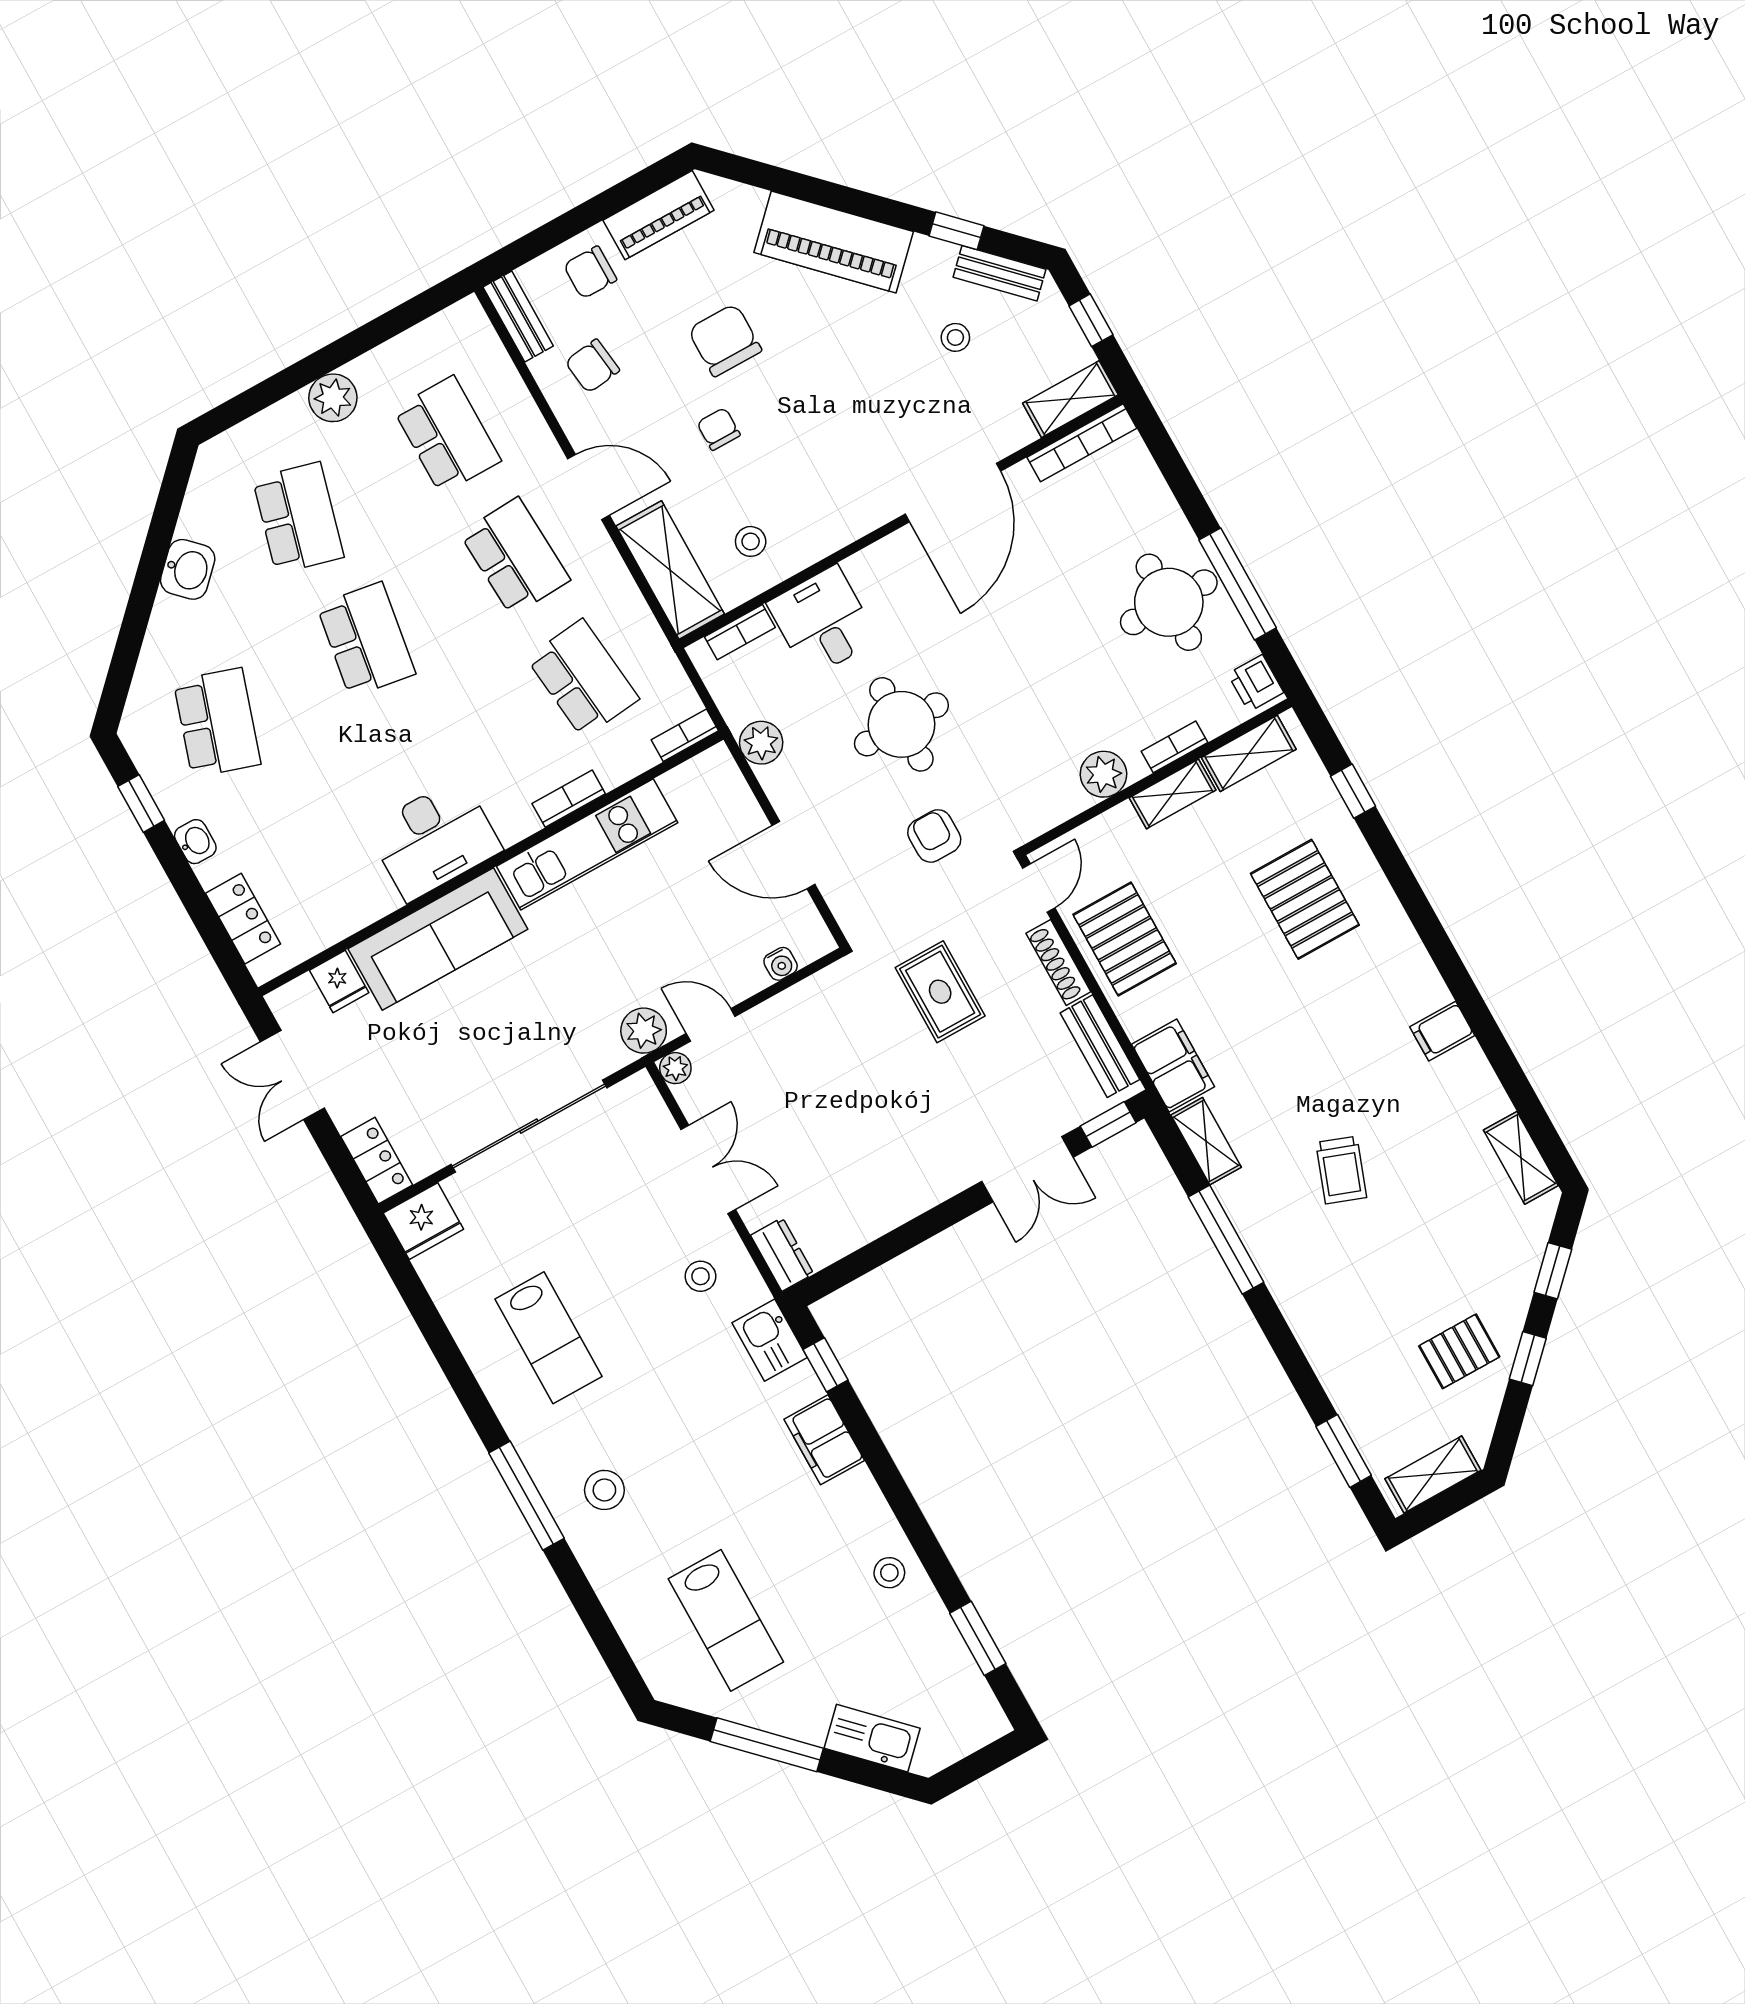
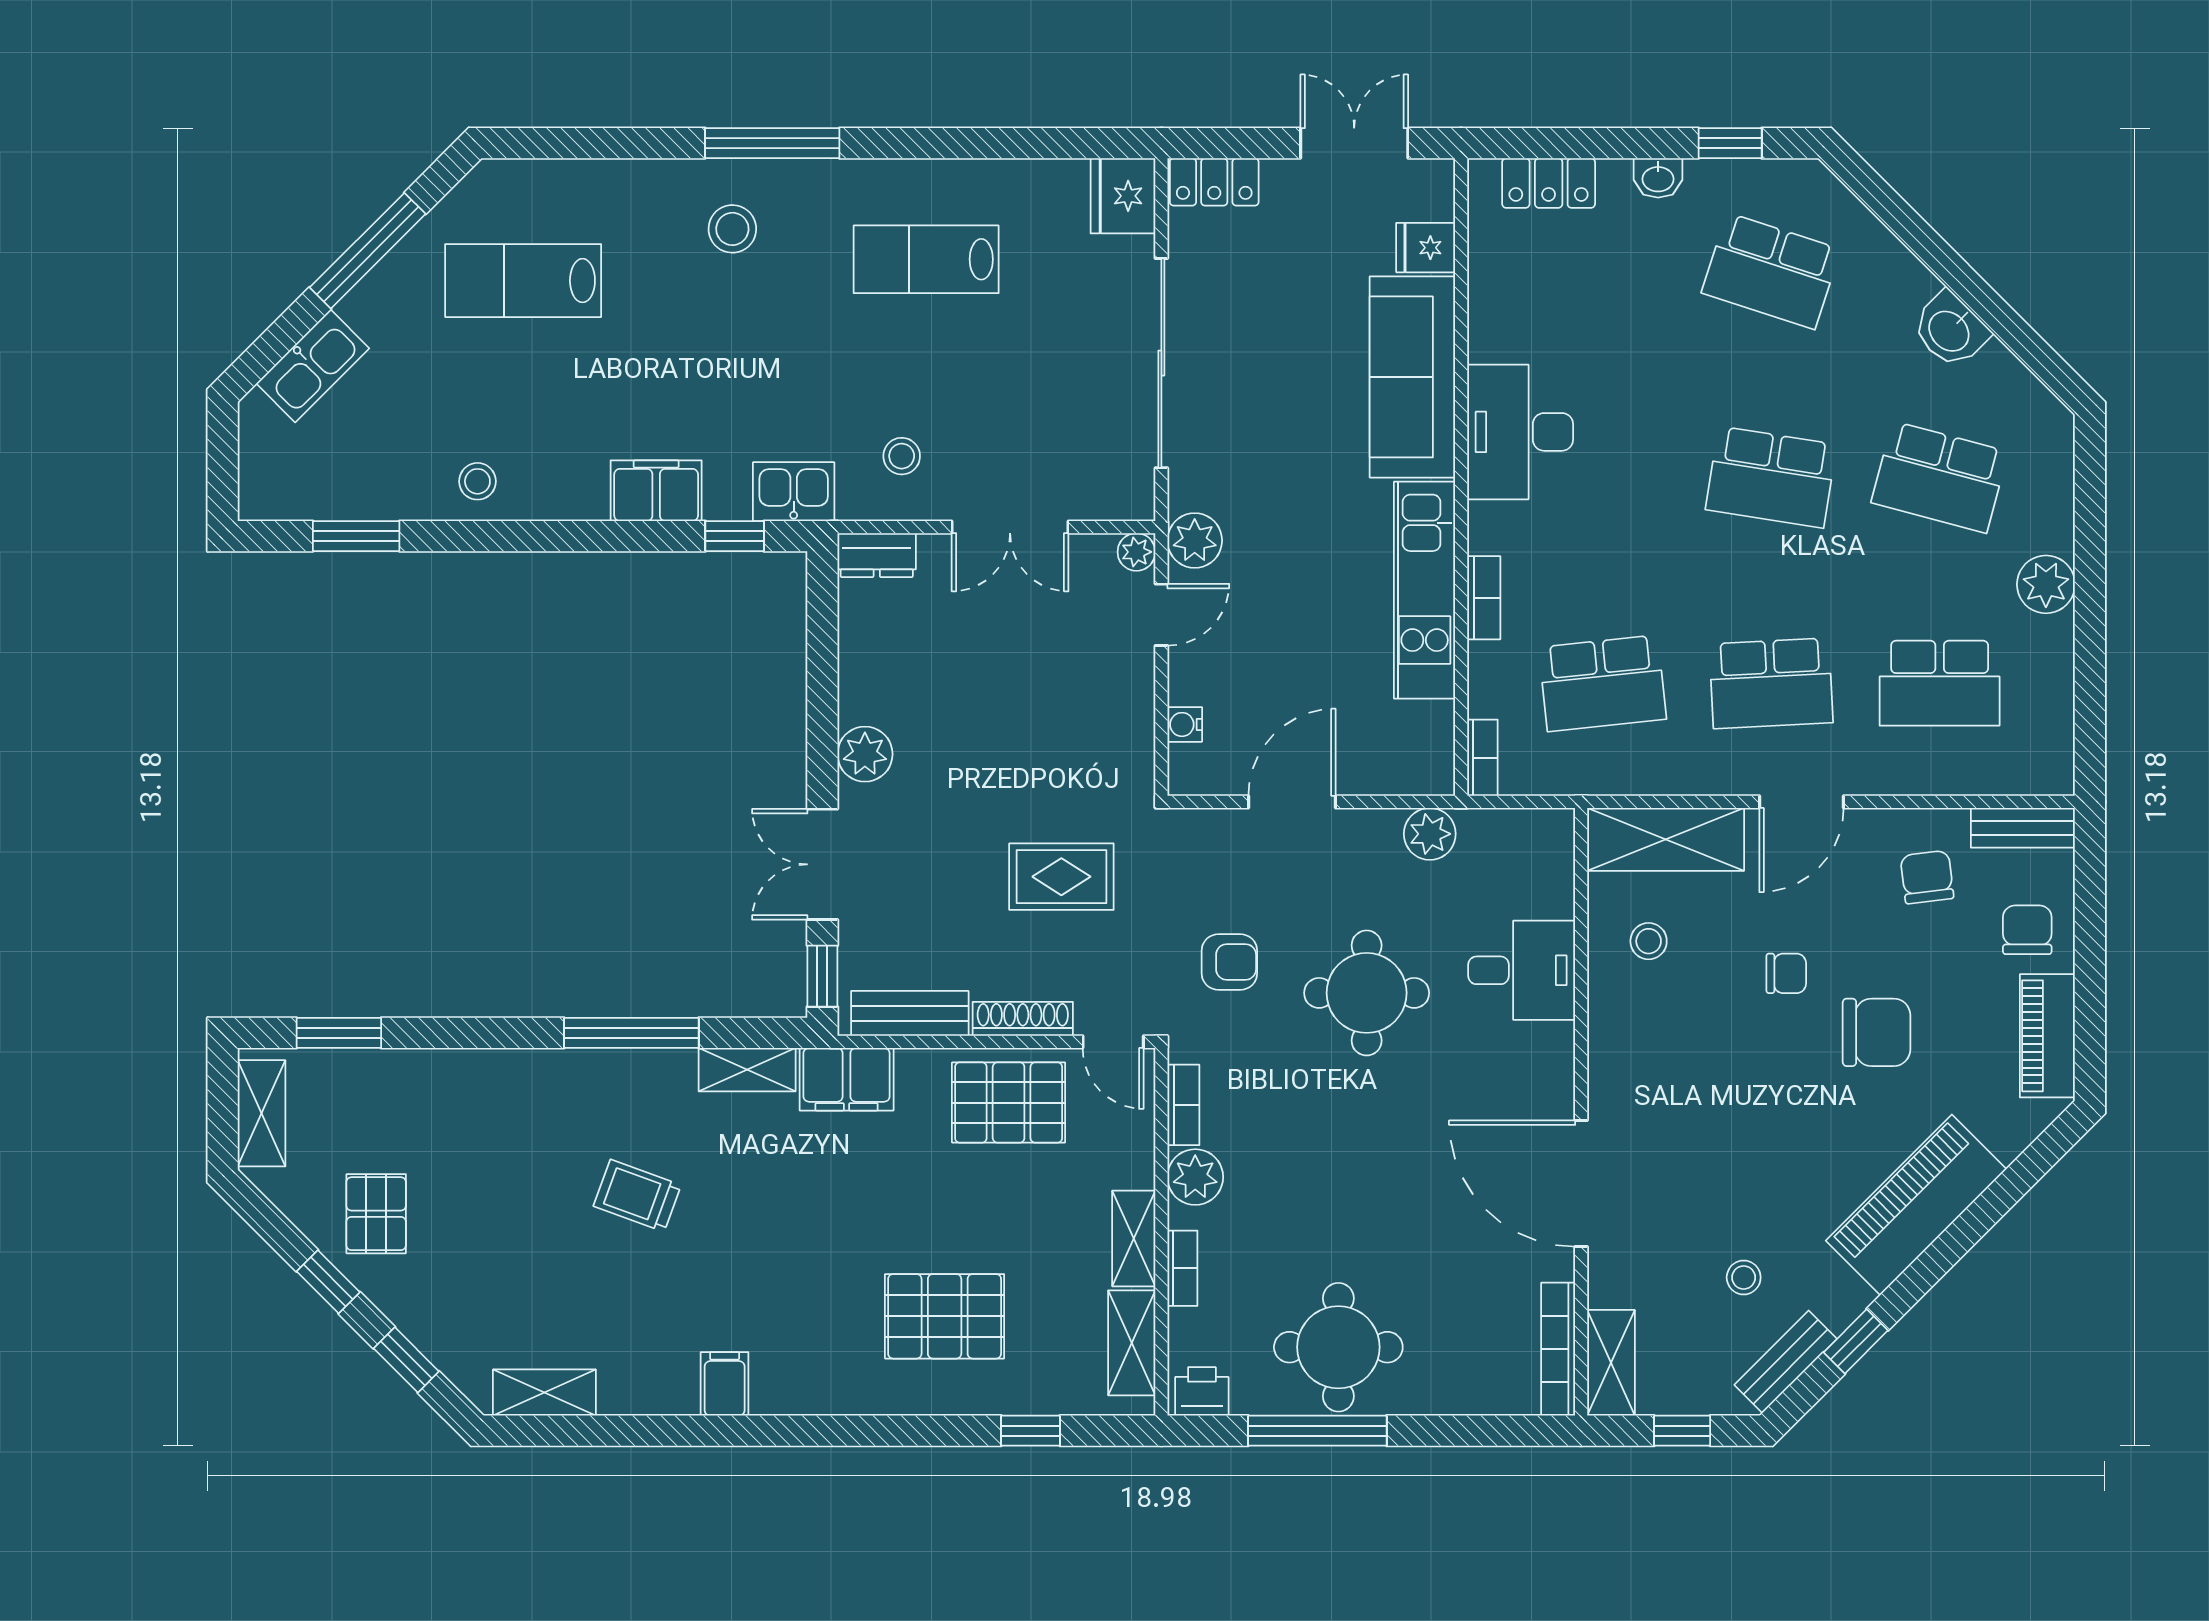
bookcase: (740, 632) -> (1183, 1105), moved, turned 180
plant: (931, 1183) -> (865, 754), added

